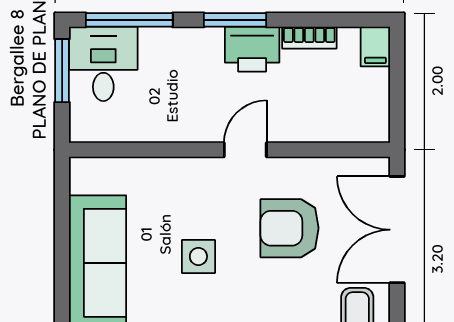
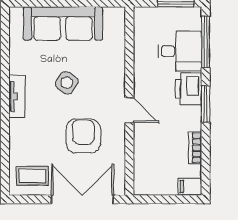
printer: (252, 49) -> (188, 89), moved
desk: (103, 64) -> (180, 51), moved
side table: (198, 256) -> (67, 83), turned 34

